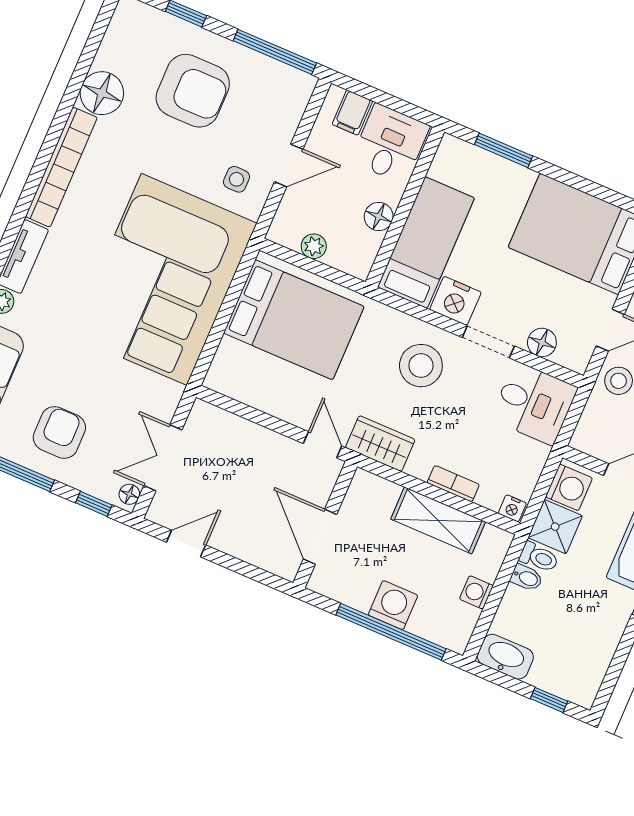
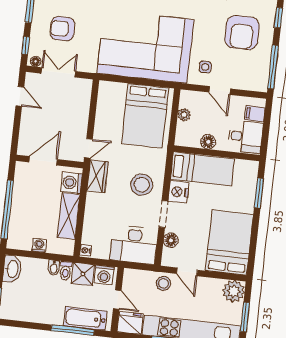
desk: (534, 403) -> (134, 245), width x1.37
armchair: (59, 432) -> (62, 29), moved, turned 180
bookcase: (453, 484) -> (89, 218), removed
washing machine: (393, 605) -> (72, 183), moved, turned 180

